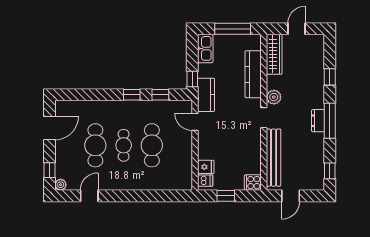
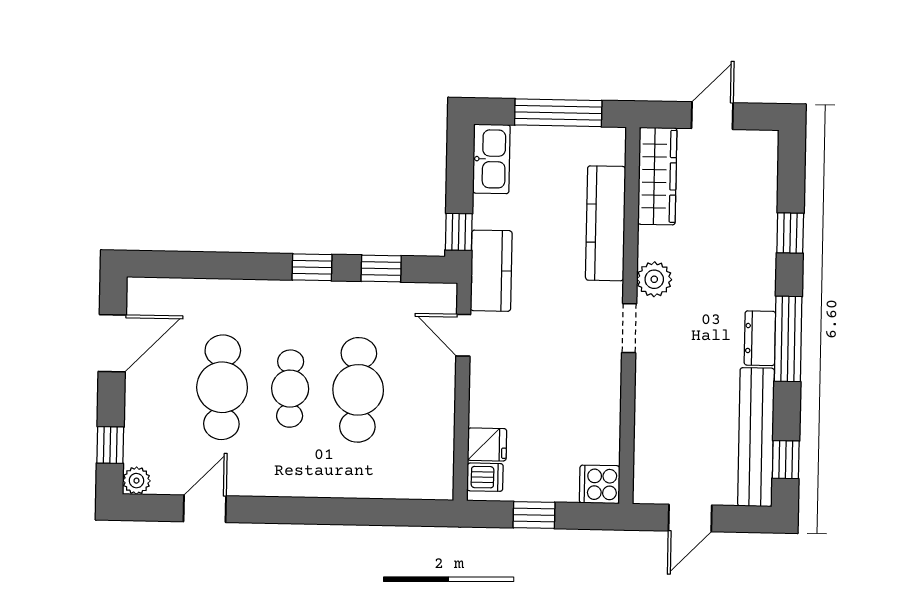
bench: (274, 158) -> (756, 437), moved

